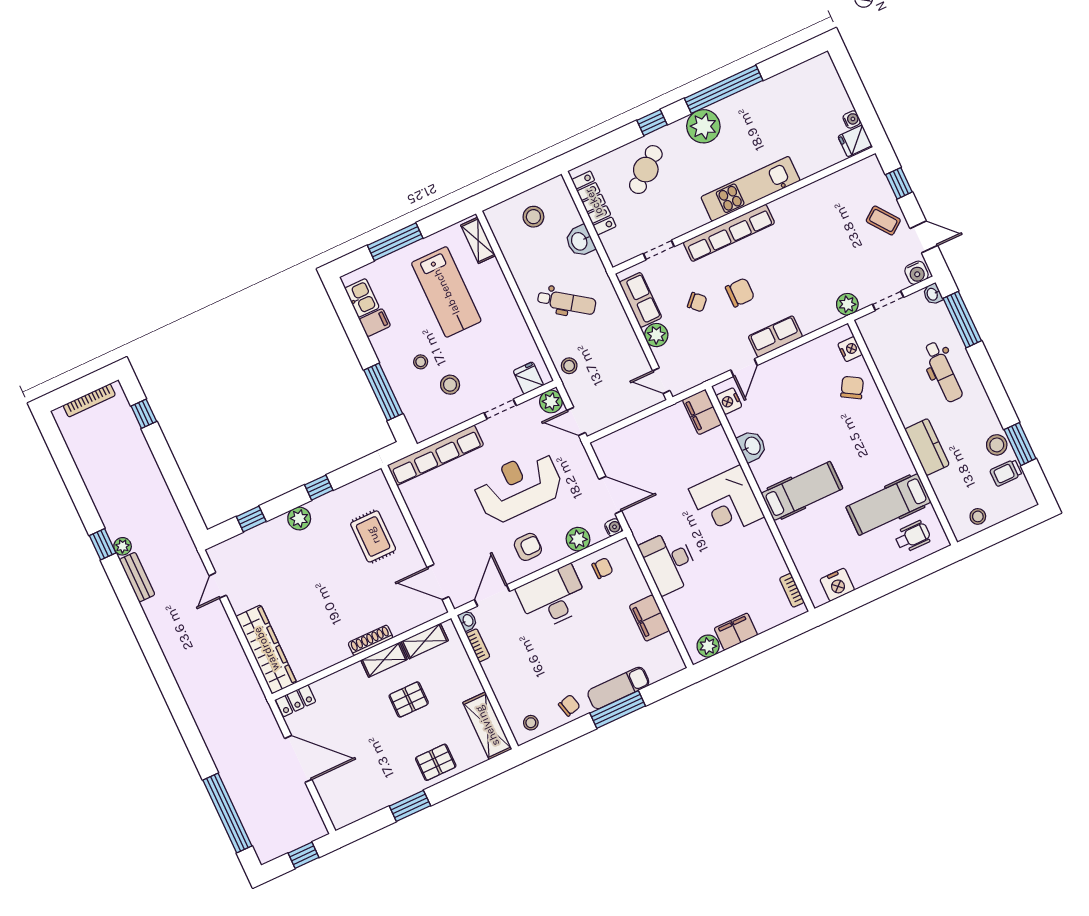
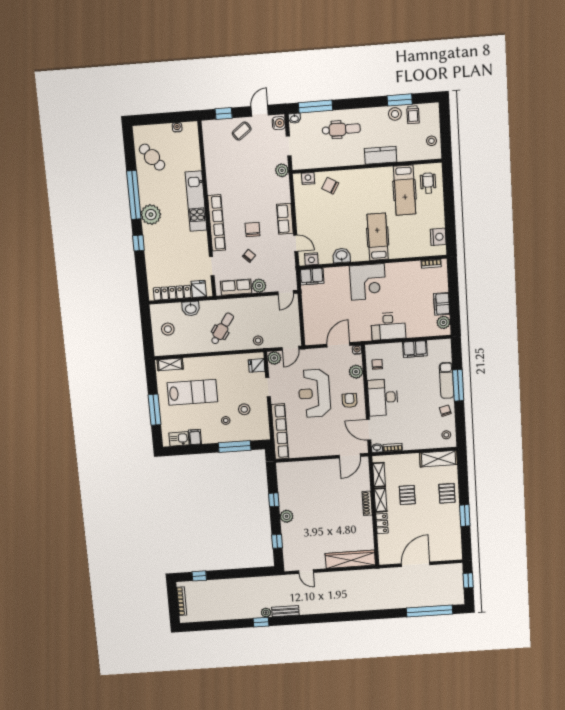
fridge: (855, 141) -> (199, 289), moved, turned 180
cafe table: (646, 170) -> (152, 157), moved
rug: (373, 536) -> (311, 481), removed
locker: (296, 701) -> (382, 524), moved

